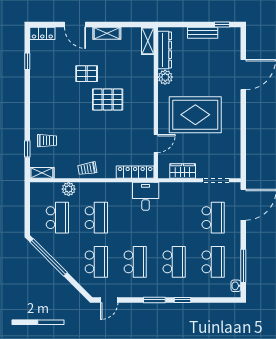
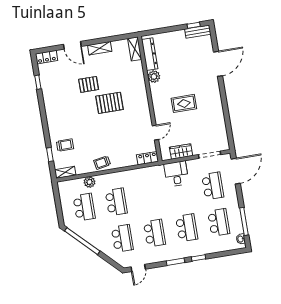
bench: (203, 33) -> (198, 32), moved
rug: (195, 115) -> (184, 103), width x0.54, depth x0.49
locker: (135, 172) -> (147, 158), width x0.66
desk: (146, 196) -> (176, 174), moved

